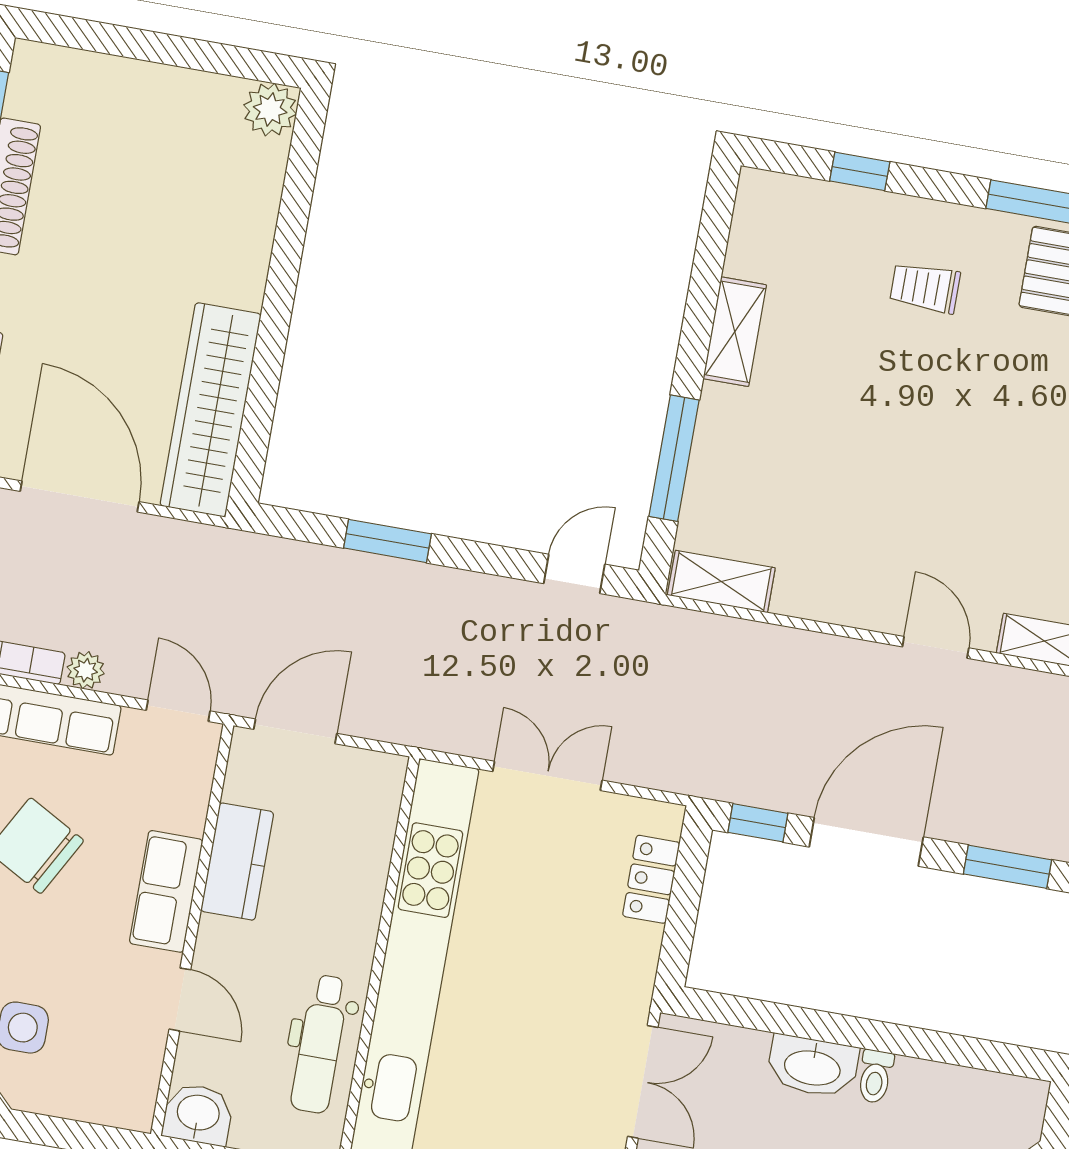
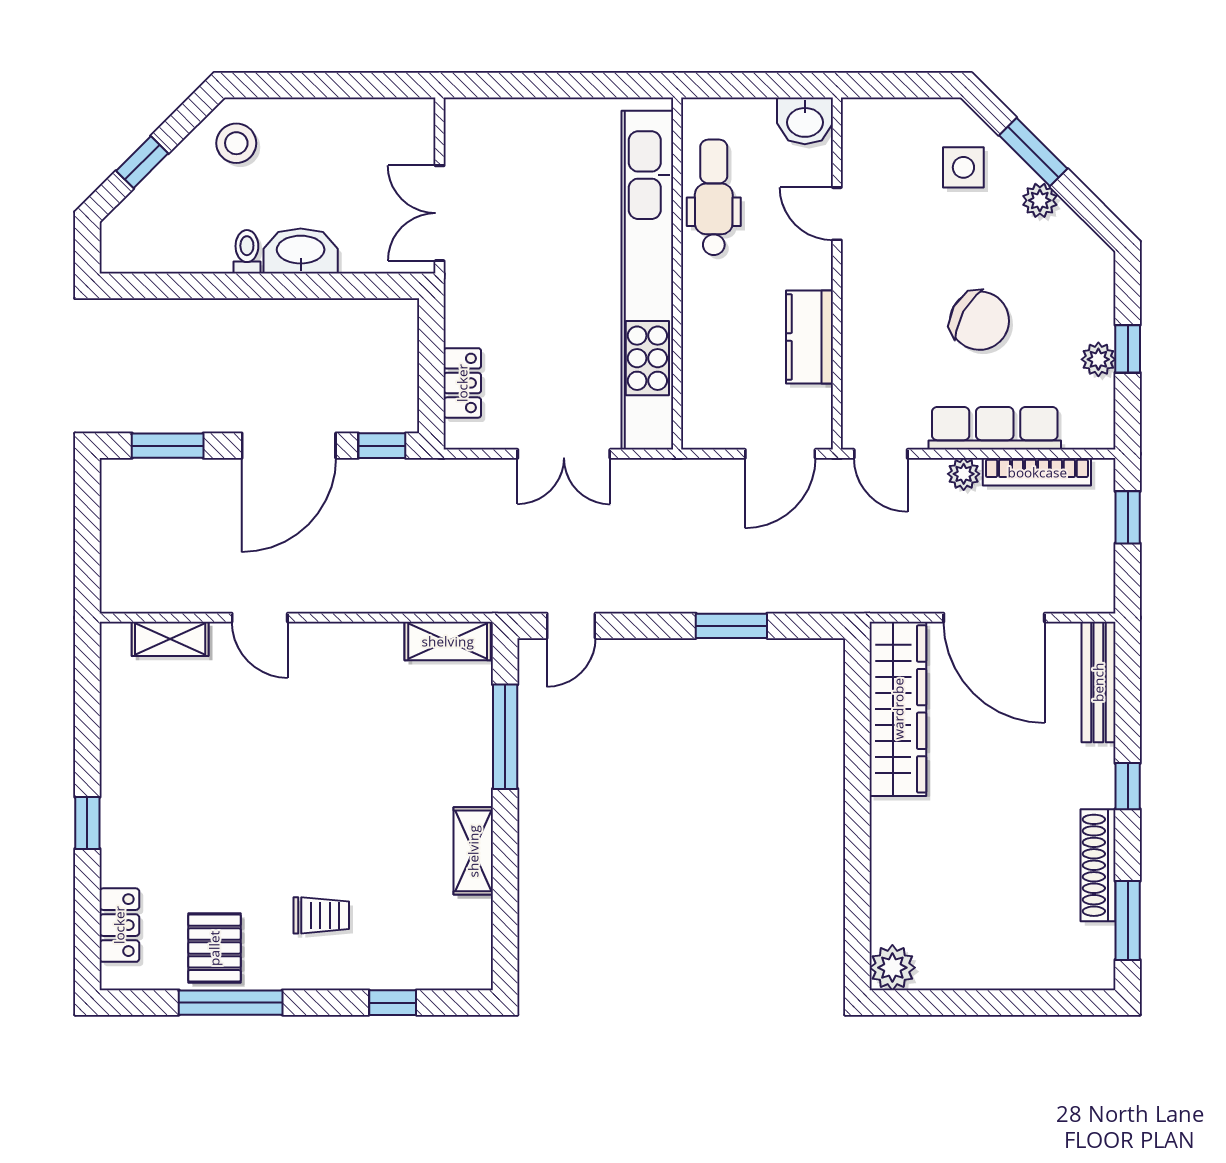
row of seats: (166, 891) -> (864, 302), removed

